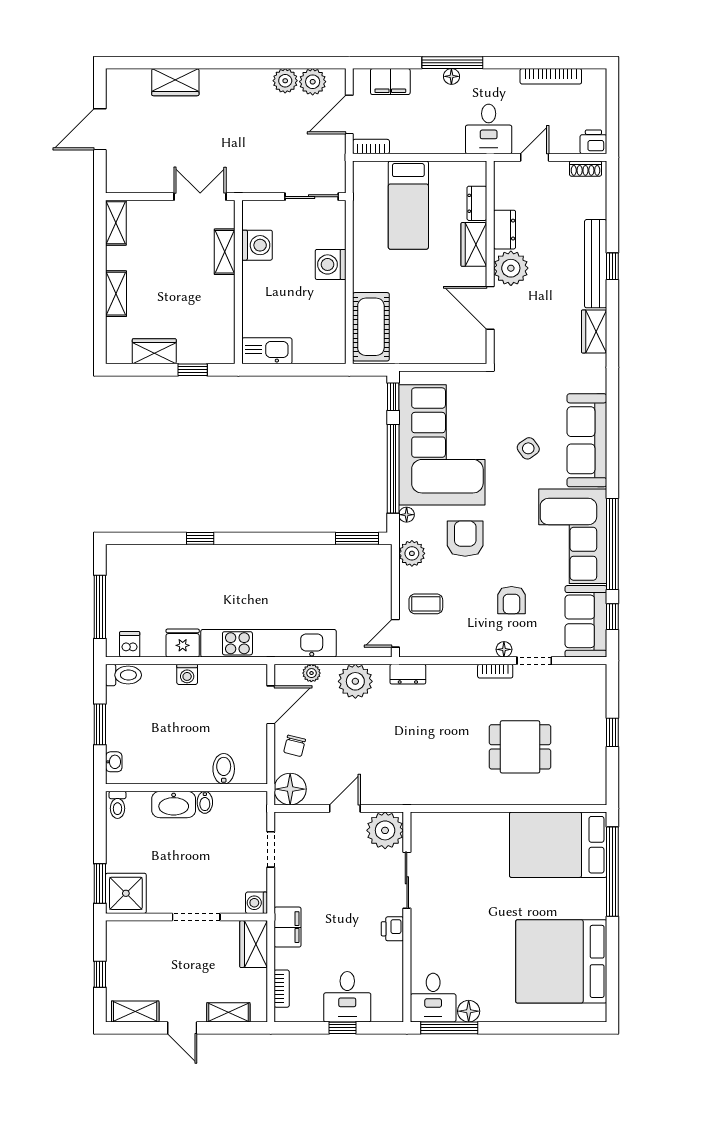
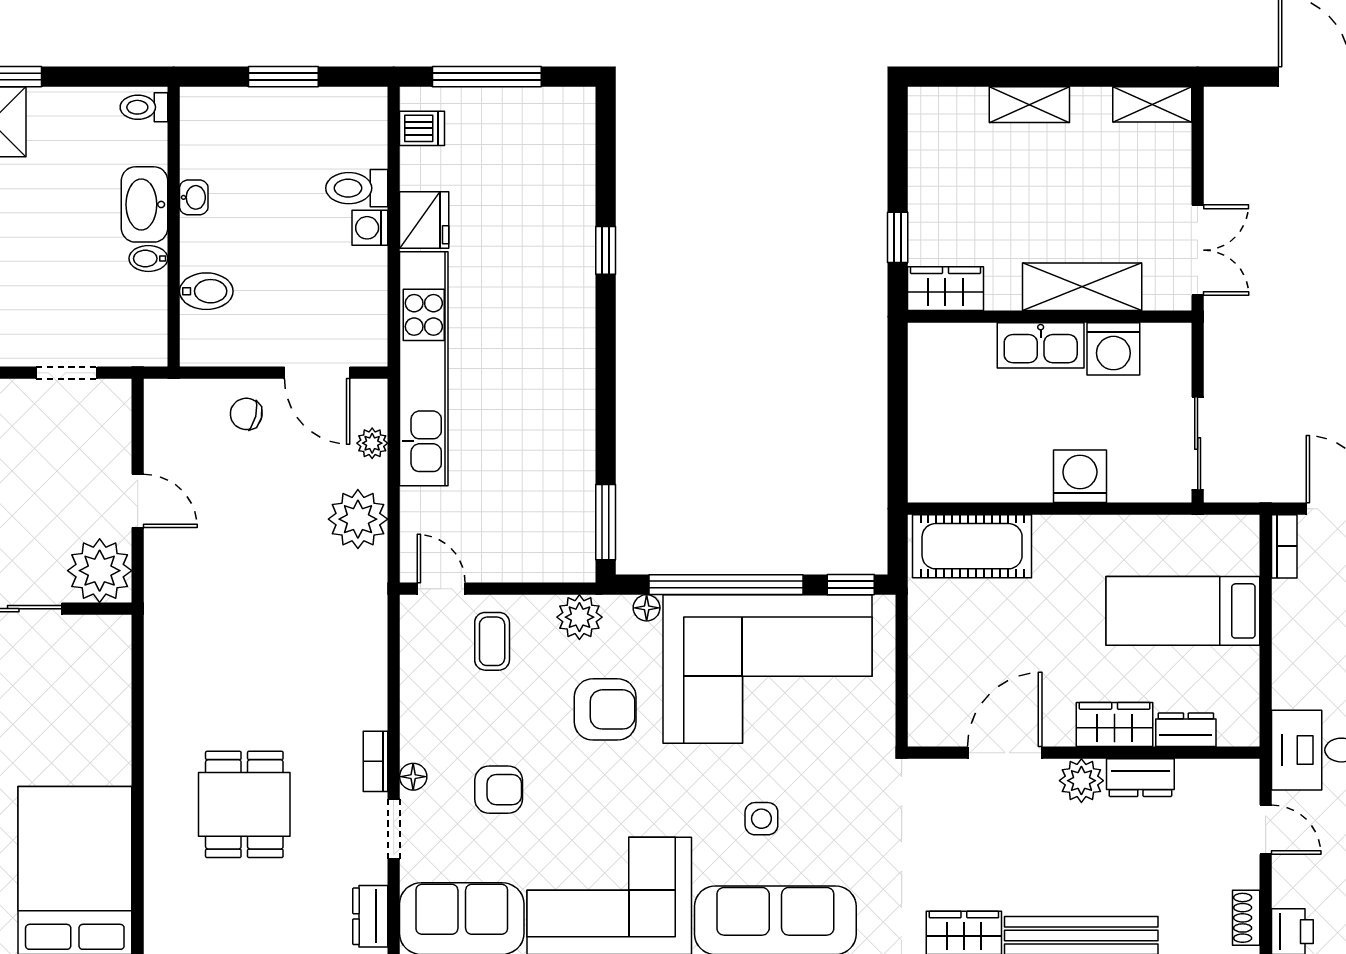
shelving: (225, 252) -> (1082, 287), width x1.50, depth x1.33
plant: (511, 268) -> (1081, 781), width x0.73, depth x0.73
wardrobe: (154, 351) -> (945, 289), moved, turned -90
kitchen sink: (267, 351) -> (1041, 345), moved, turned 90
side table: (528, 448) -> (761, 819), turned 36
armchair: (511, 600) -> (499, 790), turned 180
dresser: (408, 674) -> (370, 916), moved
toilet: (123, 675) -> (357, 188), moved, turned 90
washbasin: (114, 762) -> (194, 197), moved, turned -90
floor lamp: (290, 789) -> (171, 406), removed

